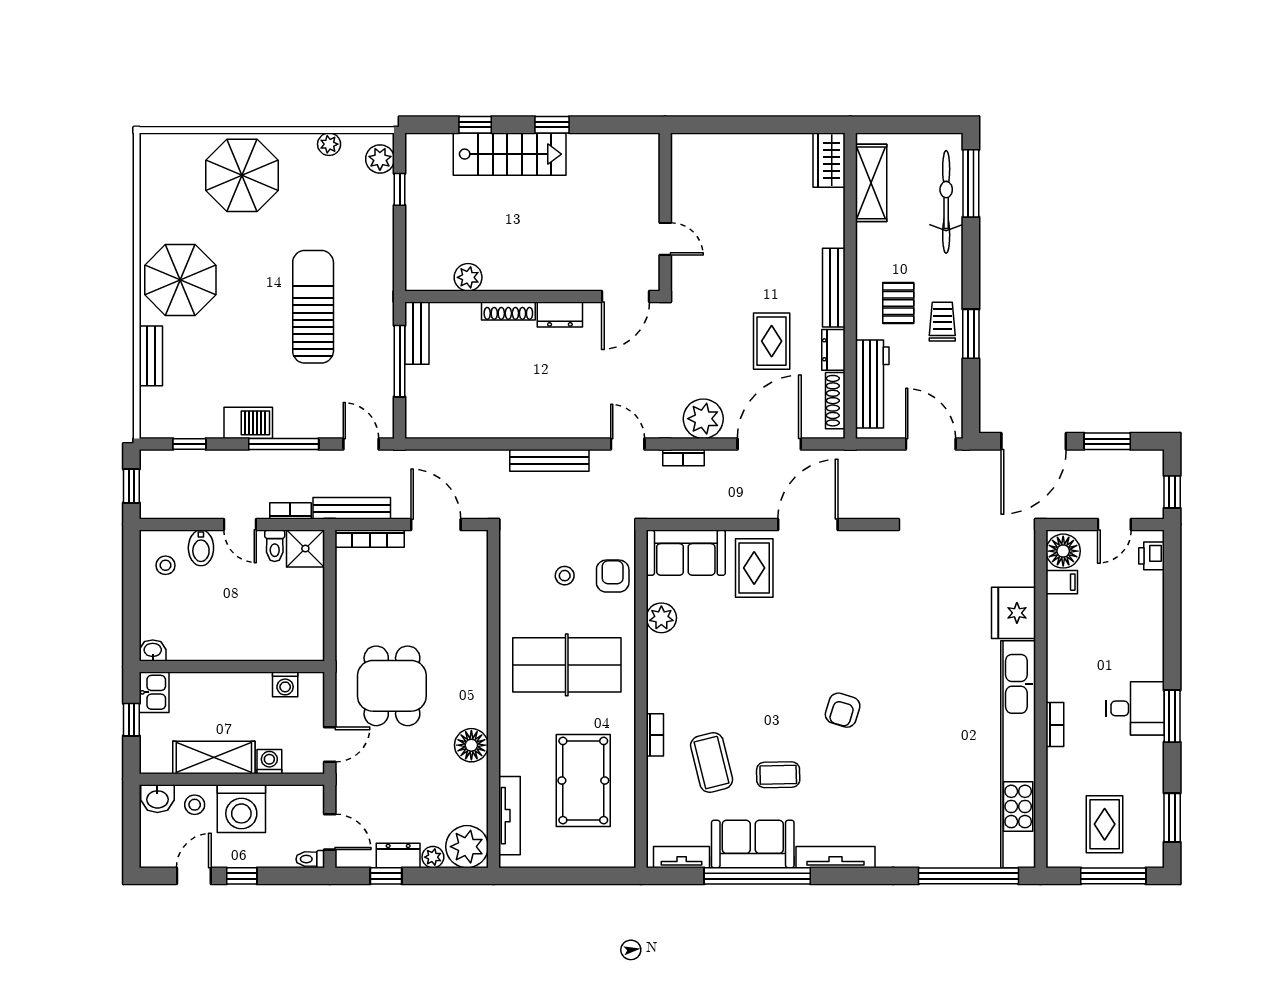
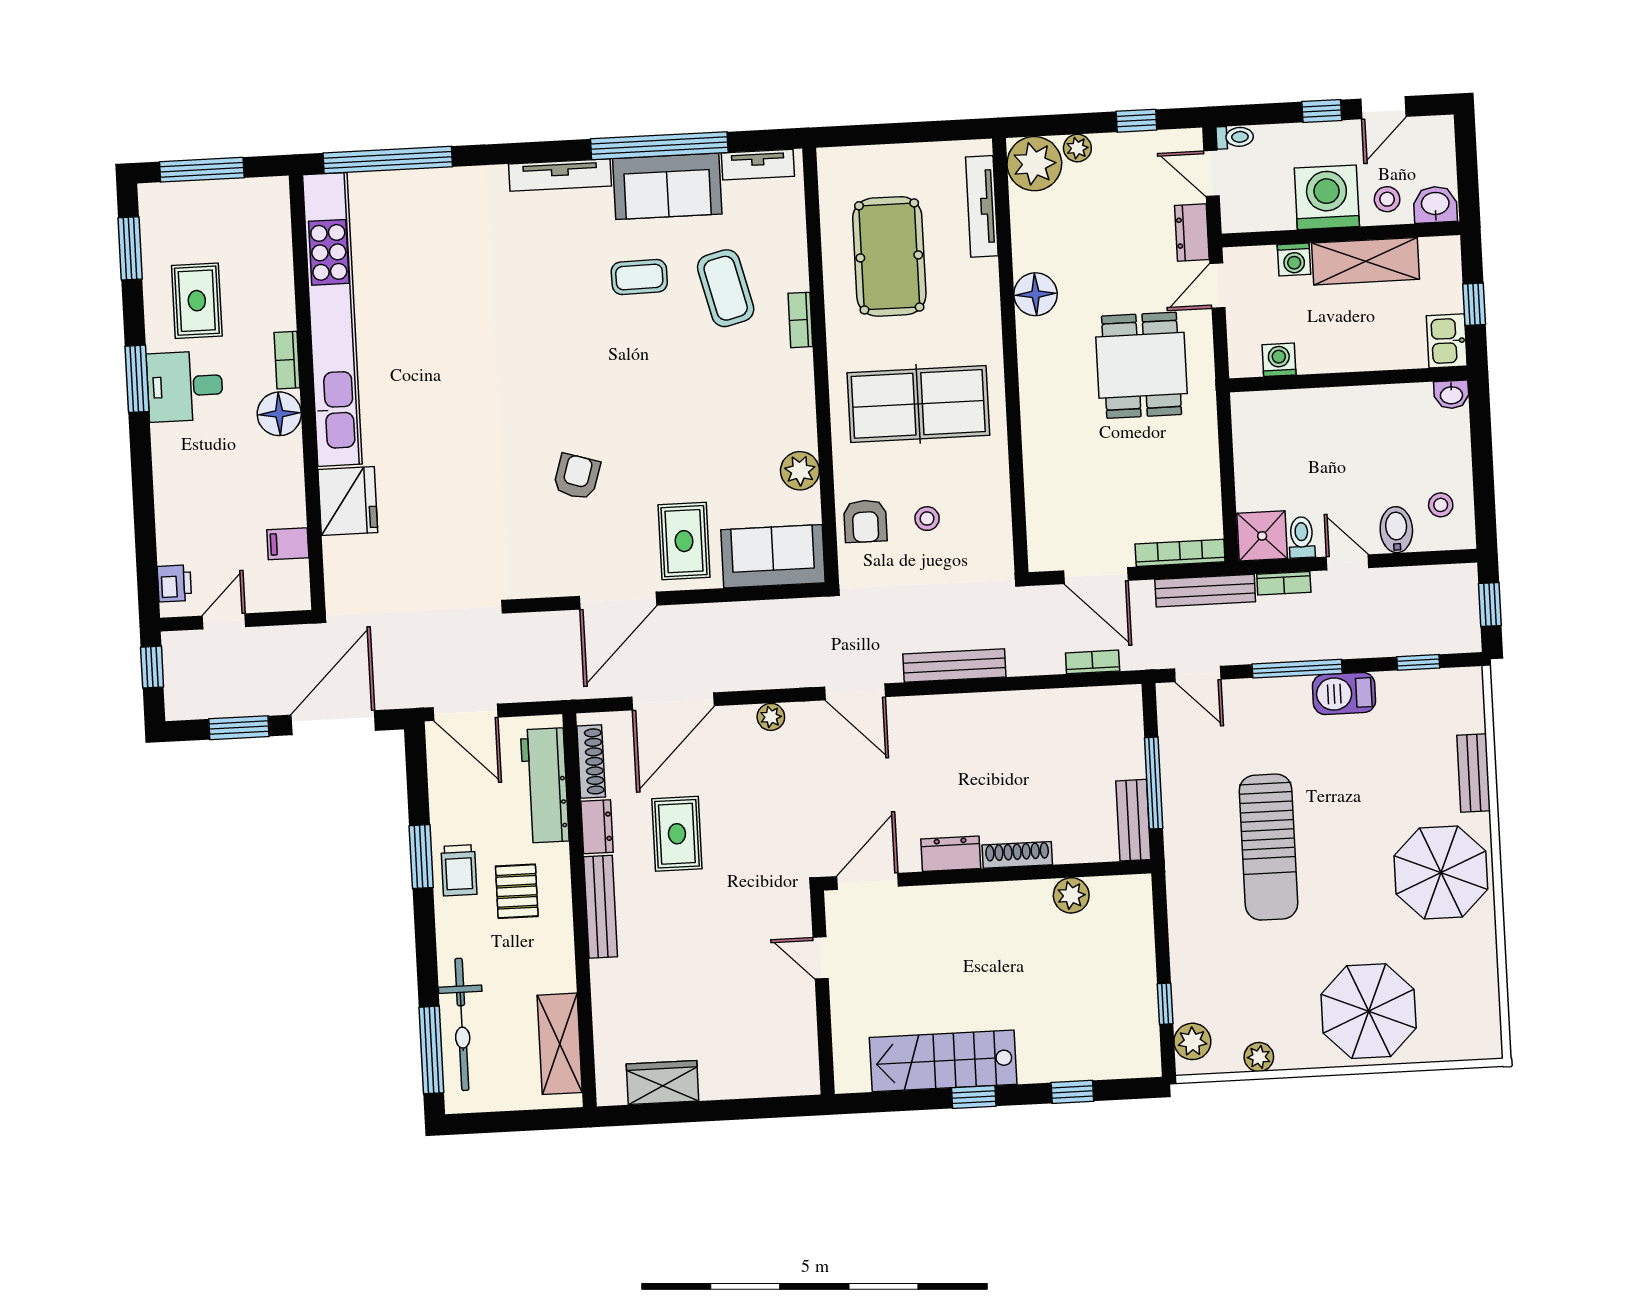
stairs: (510, 154) -> (943, 1061), moved
wardrobe: (829, 160) -> (663, 1083), moved, turned -90
plant: (703, 419) -> (771, 717), width x0.53, depth x0.53
door: (628, 444) -> (855, 692), width x1.38
bookcase: (683, 458) -> (1093, 662), moved
floor lamp: (1063, 551) -> (279, 414), moved
armchair: (843, 710) -> (577, 477), moved
rug: (1105, 824) -> (197, 301), moved
dresser: (398, 856) -> (1192, 233), moved, turned 90

